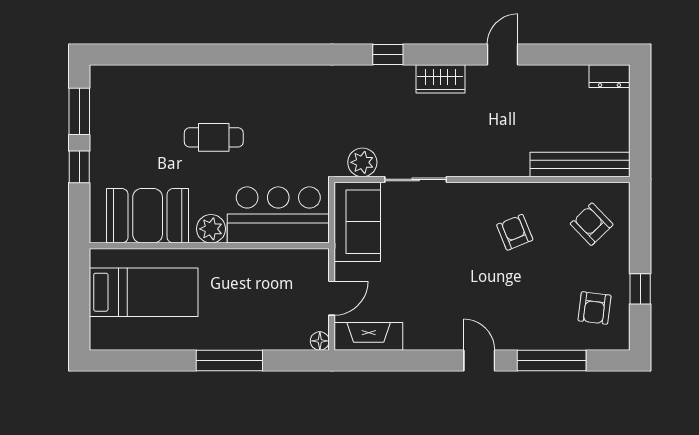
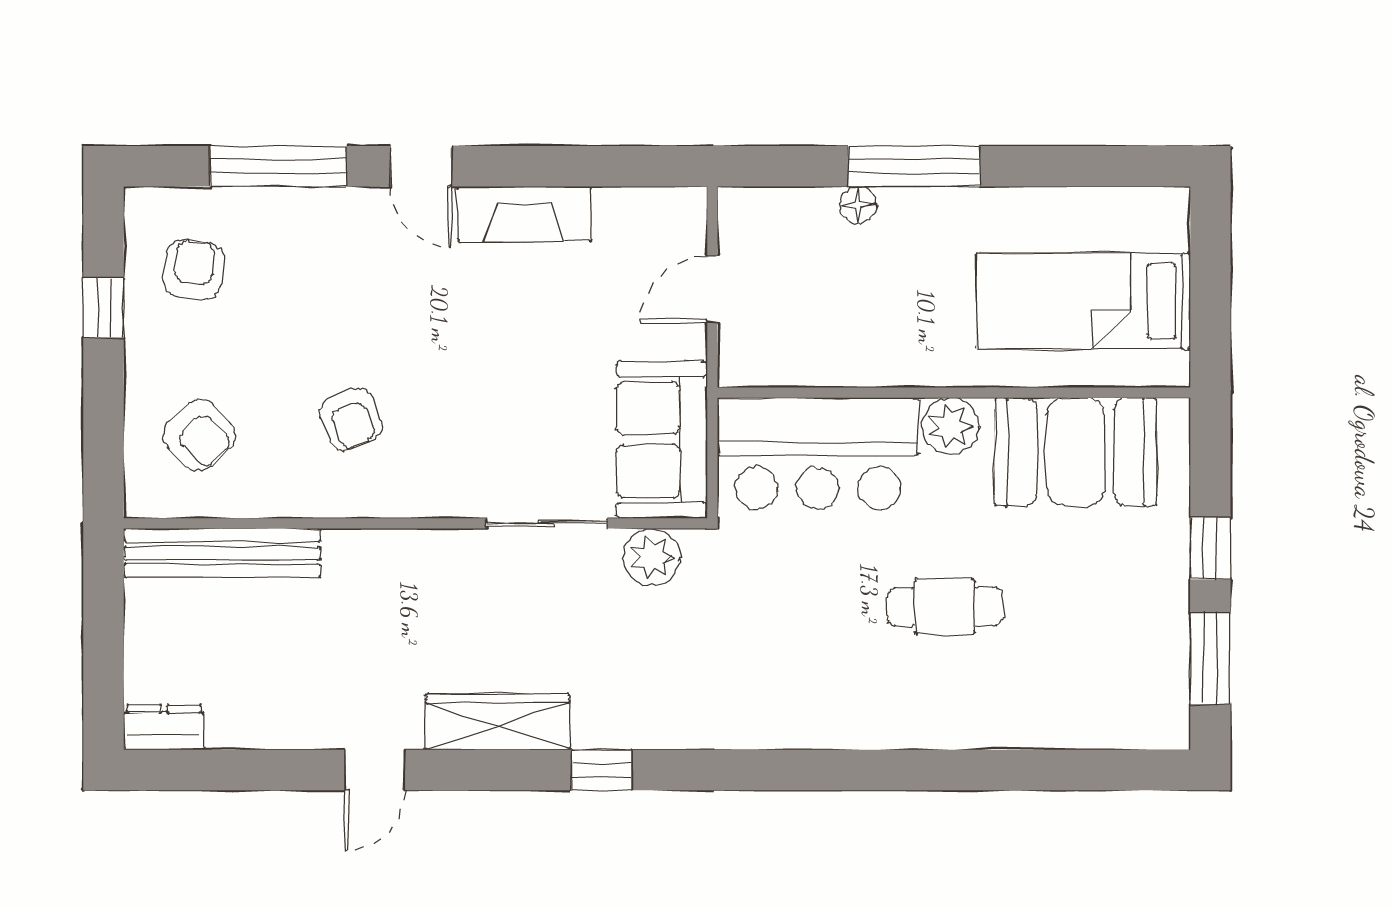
wardrobe: (440, 79) -> (498, 722), width x1.50
fireplace: (369, 336) -> (524, 214), moved
floor lamp: (320, 341) -> (858, 205), moved

